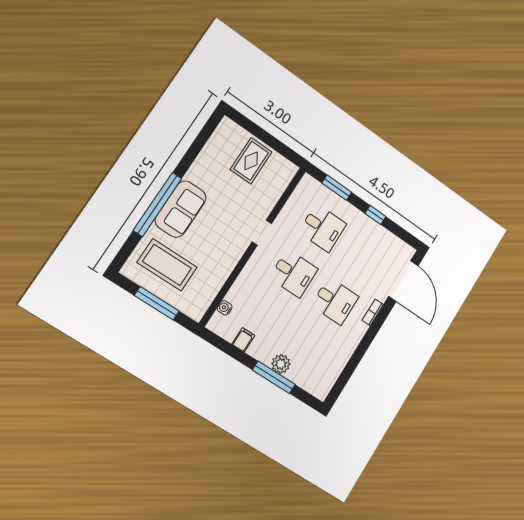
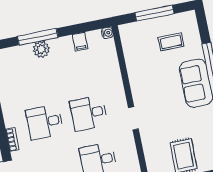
coffee table: (167, 265) -> (171, 42), width x0.54, depth x0.58
water cooler: (225, 308) -> (107, 33), moved

